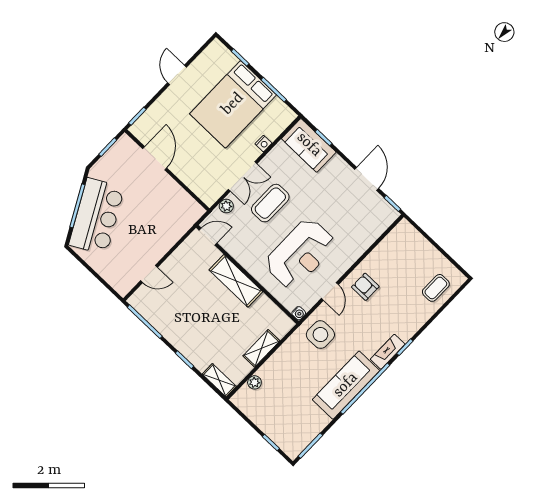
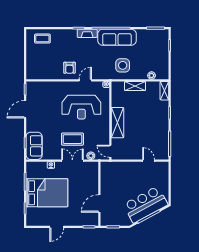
reception desk: (300, 254) -> (81, 107), turned 180
side table: (320, 335) -> (123, 65), moved

